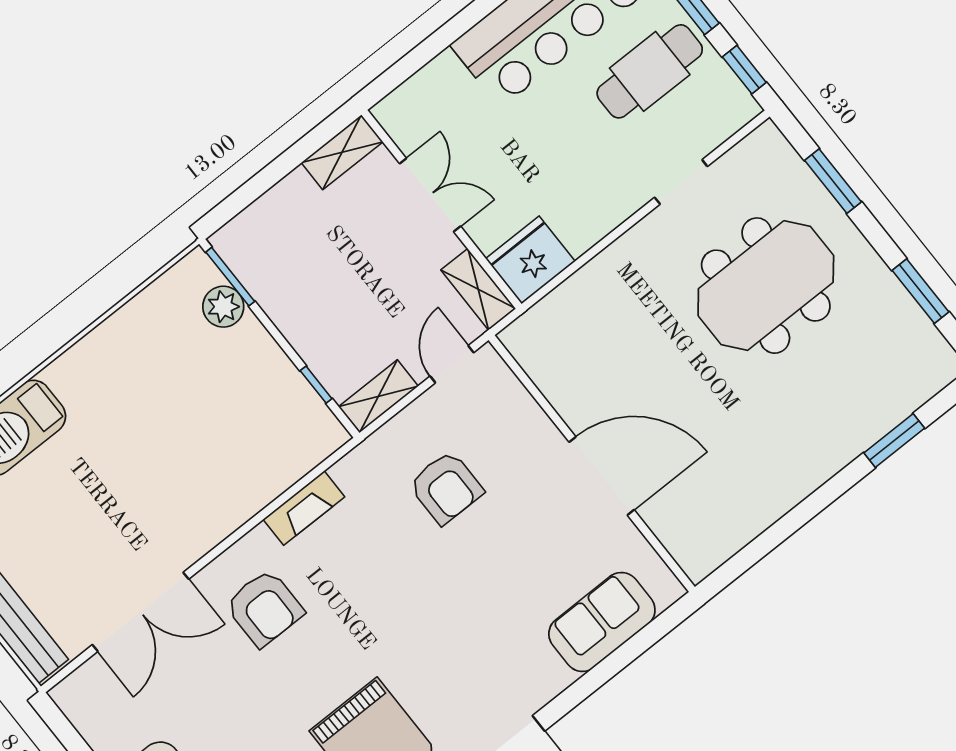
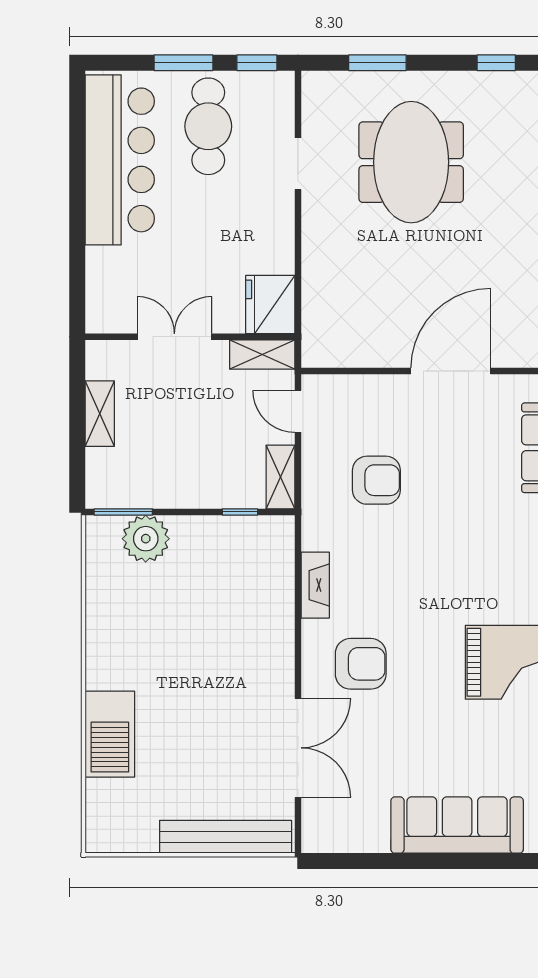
shelving: (342, 152) -> (100, 414), moved
window: (920, 291) -> (496, 63), width x0.67
plant: (223, 307) -> (146, 539), width x1.36, depth x1.36

